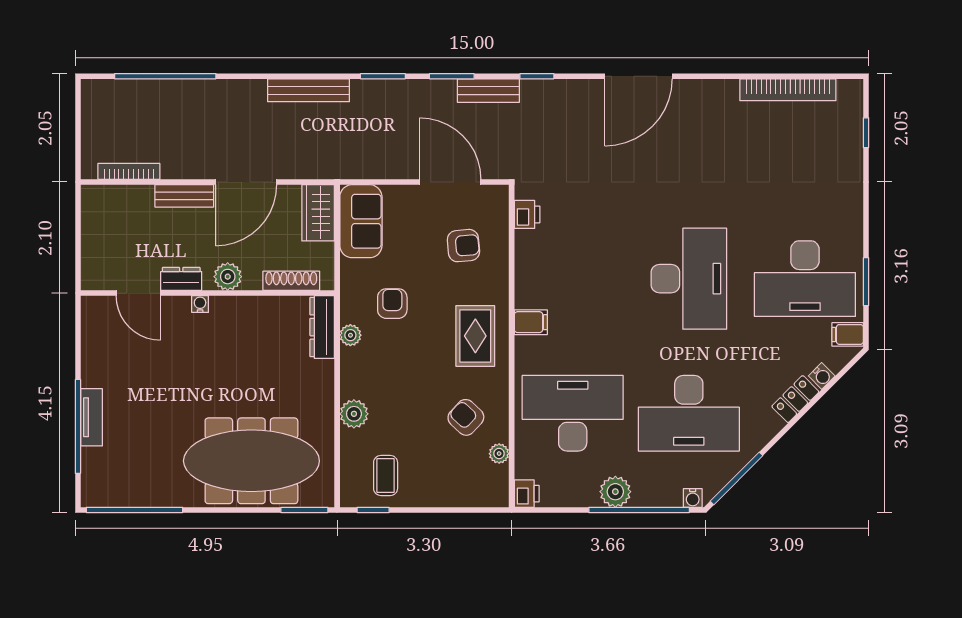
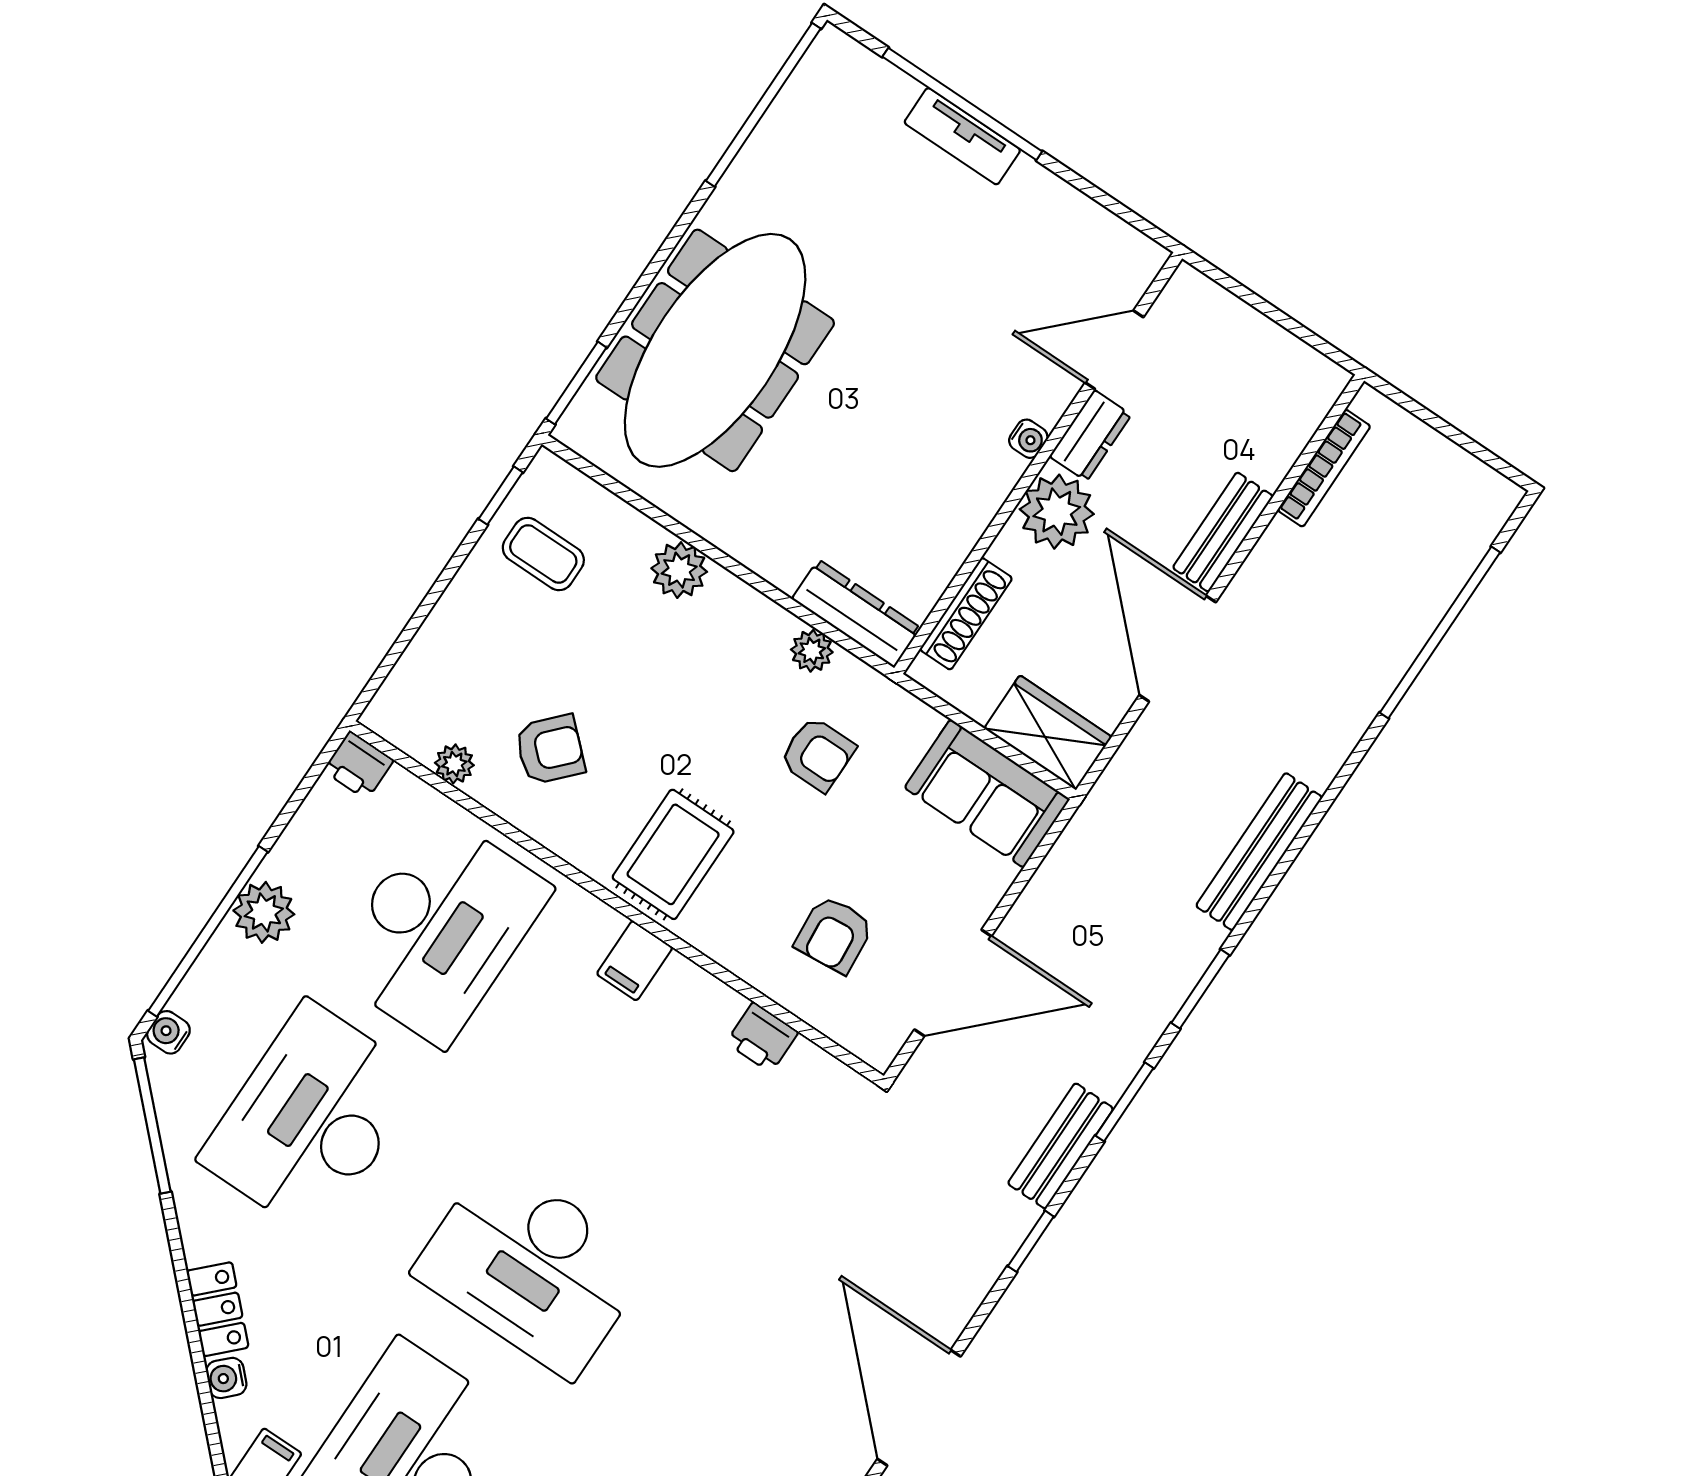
printer: (527, 214) -> (762, 1037), moved
plant: (228, 277) -> (1057, 512), width x1.36, depth x1.36
rug: (475, 336) -> (673, 854), turned 90

